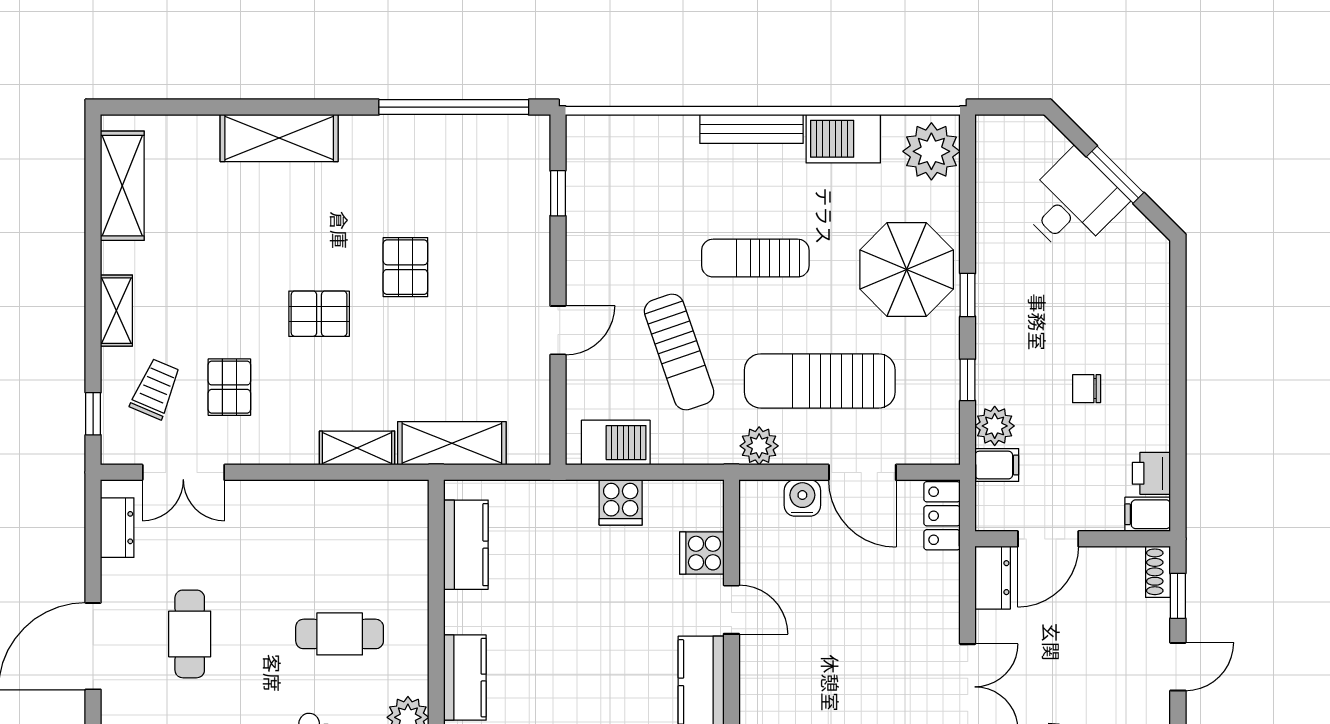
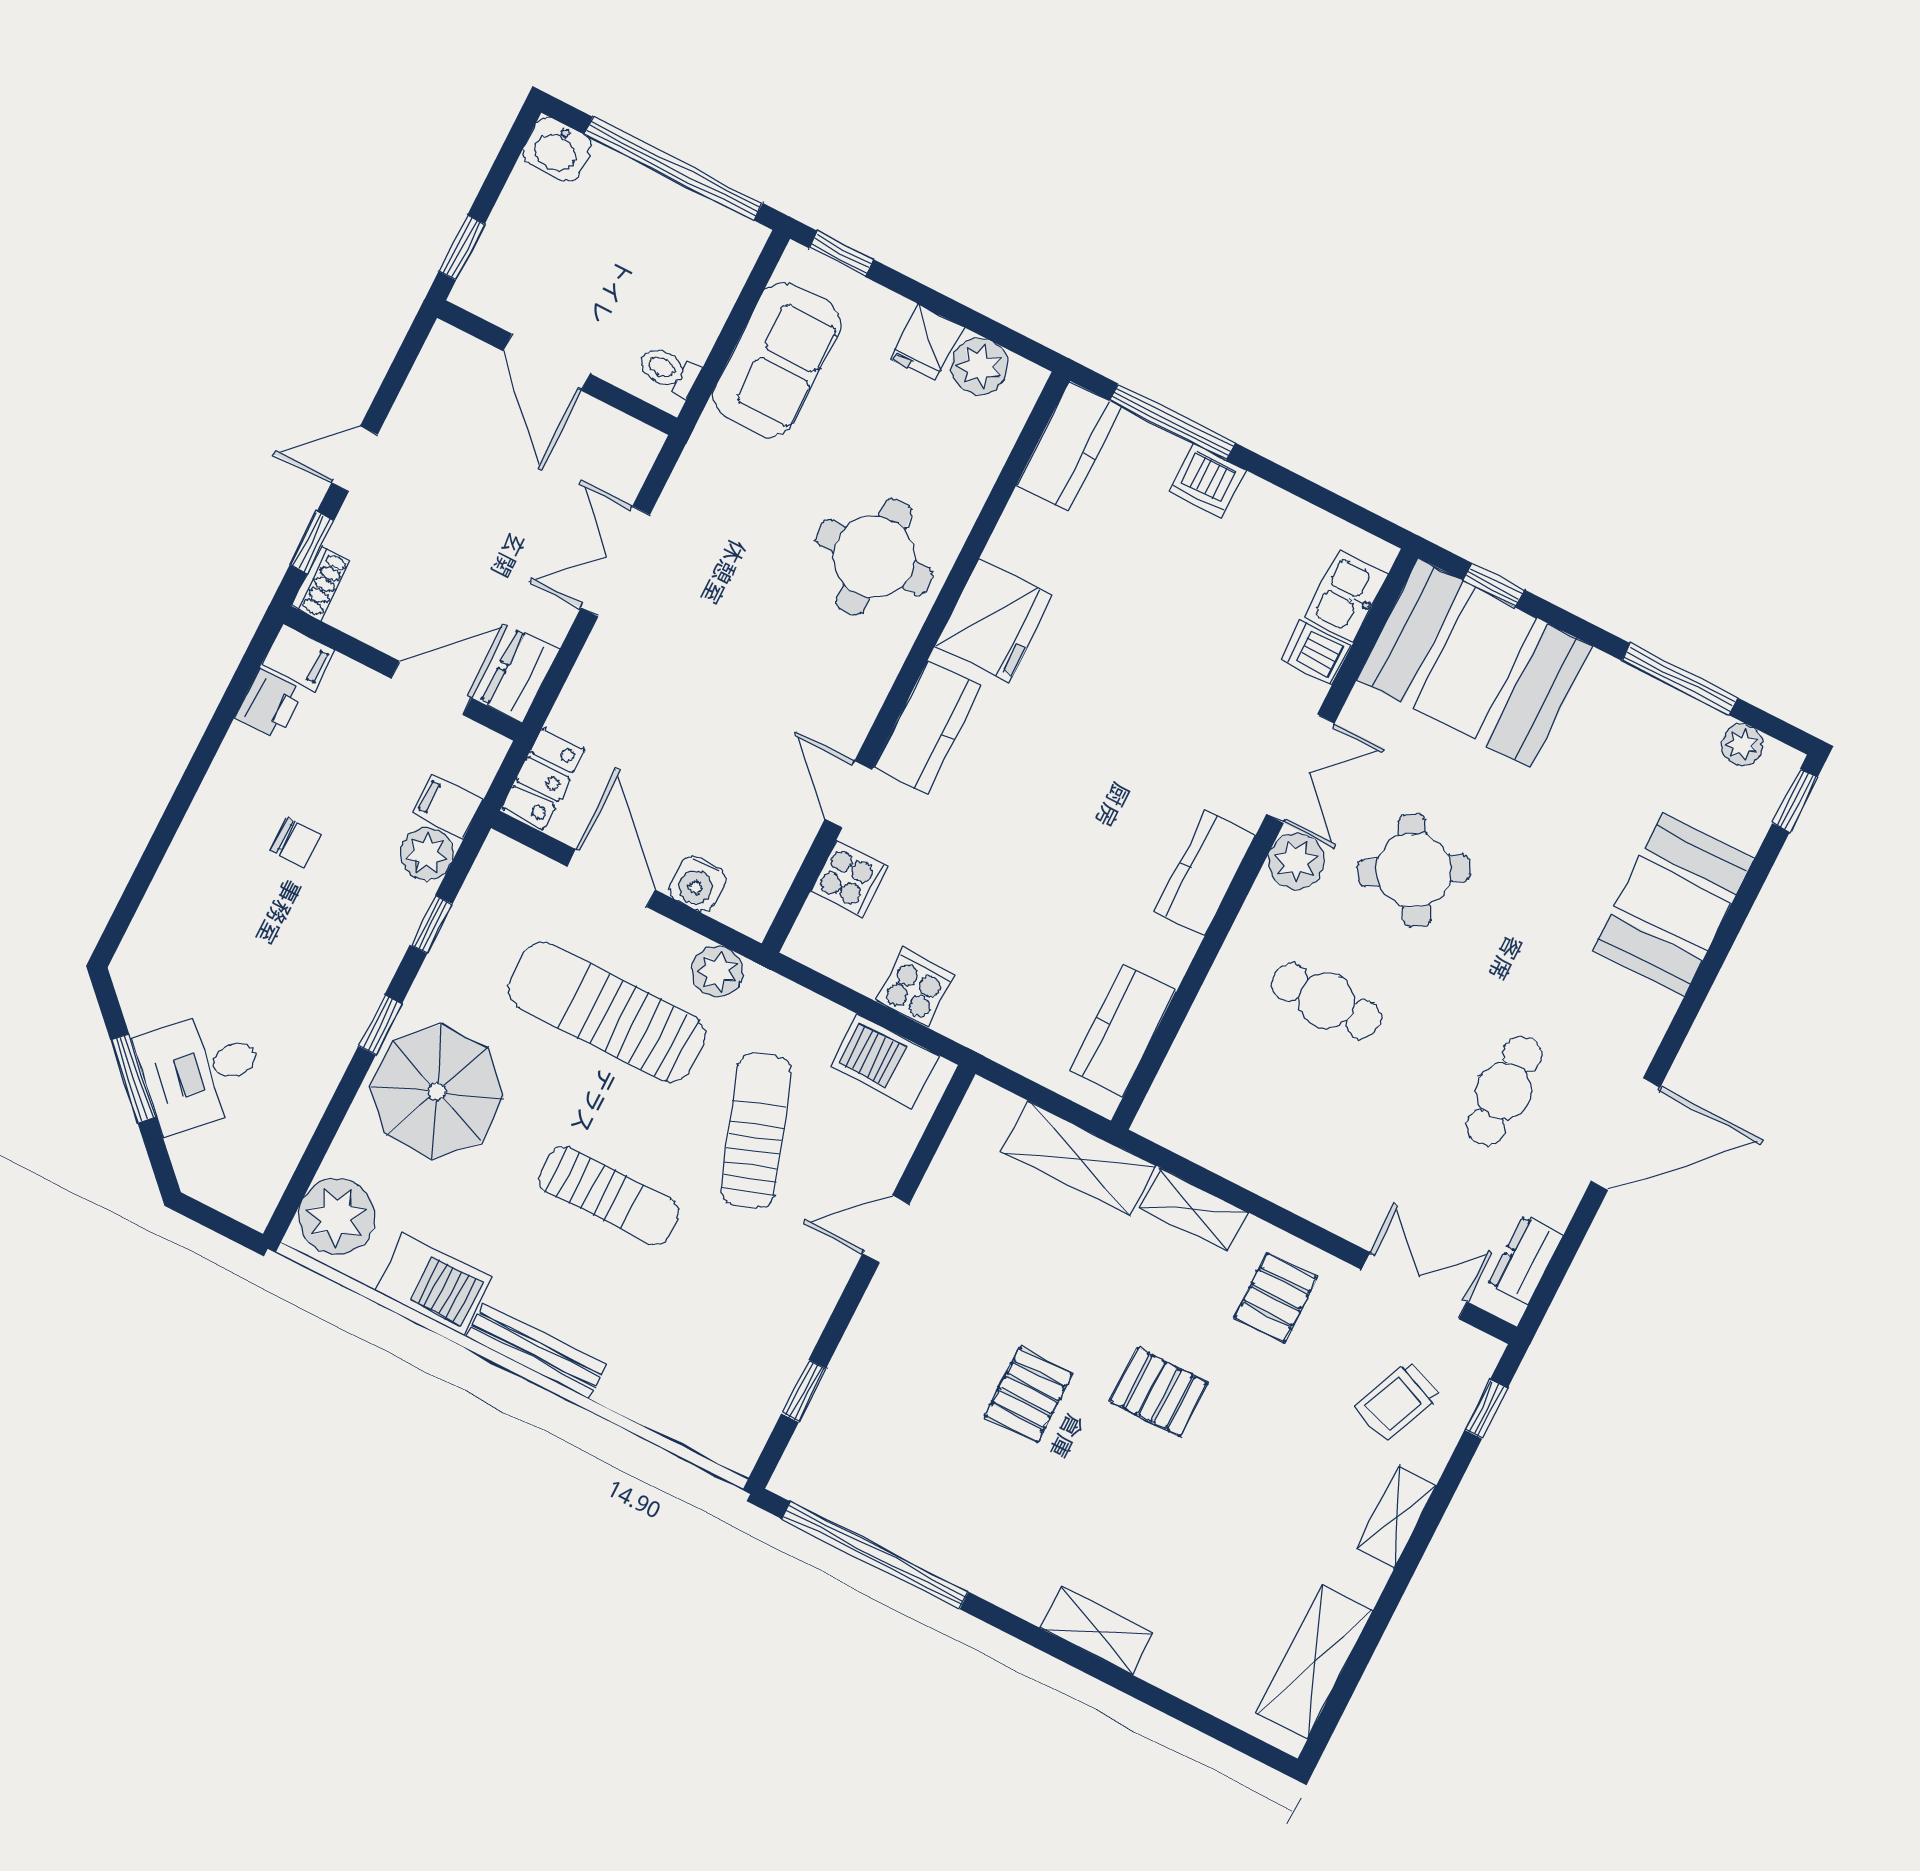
shelving: (279, 138) -> (1097, 1631), width x0.67, depth x0.75
sun lounger: (820, 381) -> (607, 1012), turned 180
pallet: (229, 387) -> (1276, 1298), moved

